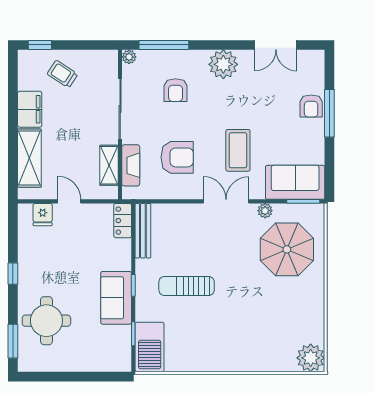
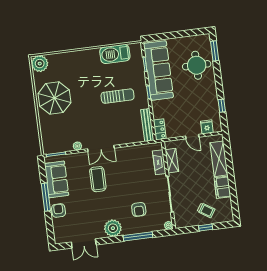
window: (40, 45) -> (206, 228), moved
window: (164, 45) -> (138, 236), moved
double door: (276, 45) -> (84, 243), swing flipped
armchair: (176, 90) -> (139, 209), turned 180
window: (329, 113) -> (46, 197), moved
armchair: (177, 157) -> (133, 170), removed
sofa: (295, 182) -> (57, 179), moved, turned -90
parasol: (287, 249) -> (54, 98), moved
window: (13, 274) -> (222, 106), moved
sofa: (116, 298) -> (158, 70), width x1.85, depth x1.27
barbecue: (150, 347) -> (115, 54), moved, turned -90

